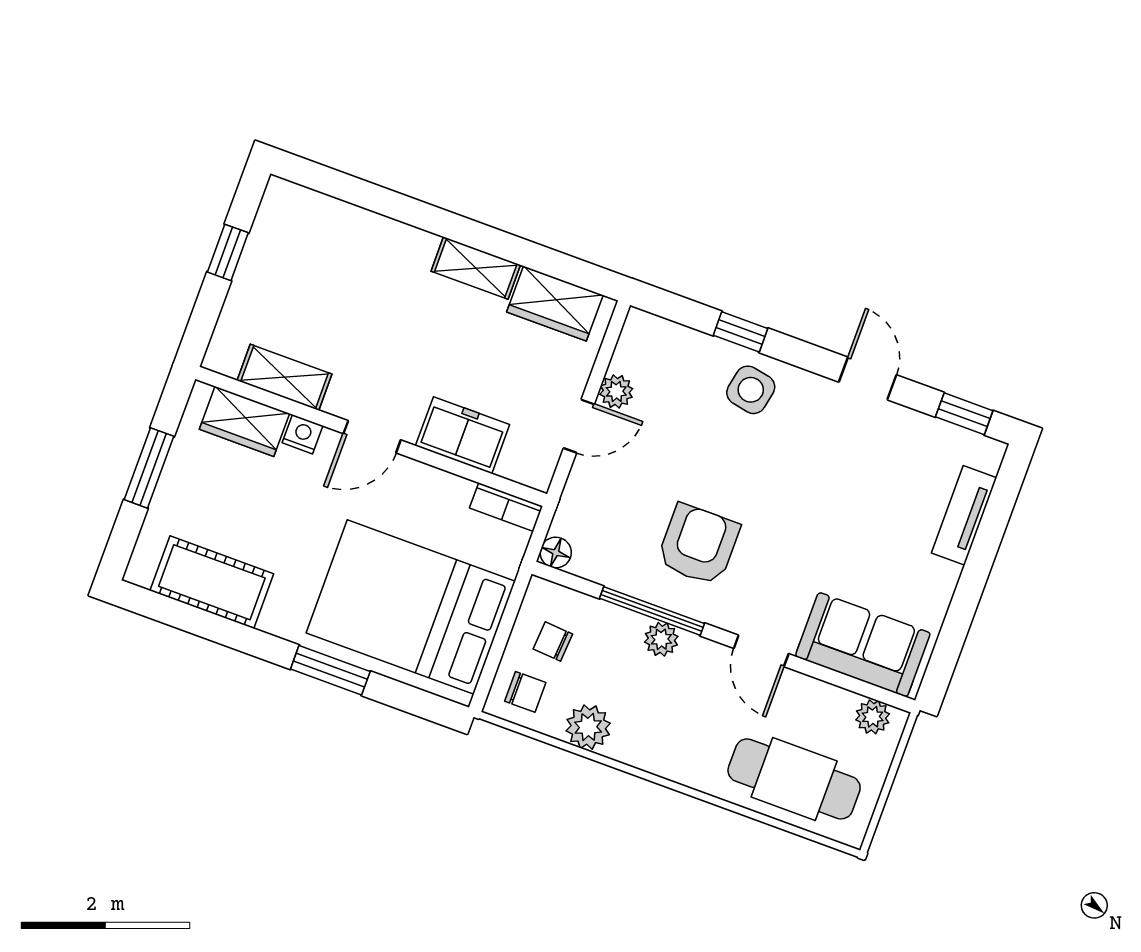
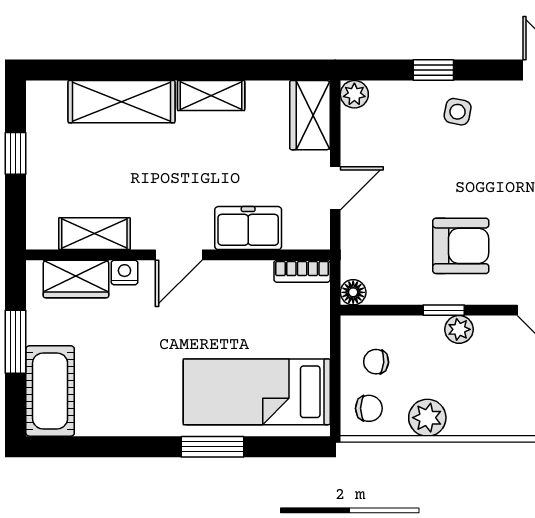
shelving: (371, 238) -> (122, 102), added
wardrobe: (555, 304) -> (310, 115), moved, turned 90
side table: (751, 390) -> (458, 112), width x0.73, depth x0.73
plant: (616, 391) -> (354, 94), moved
armchair: (698, 545) -> (461, 246), turned 90
cot: (212, 582) -> (50, 391), moved, turned 90
bed: (411, 607) -> (257, 392), width x0.67
window: (652, 611) -> (444, 310), width x0.46

